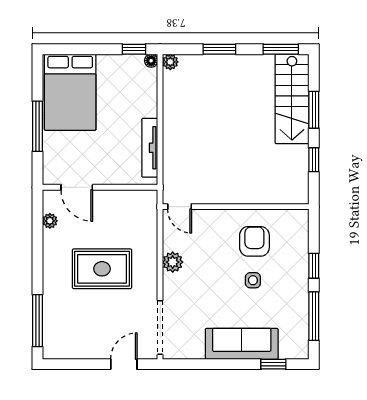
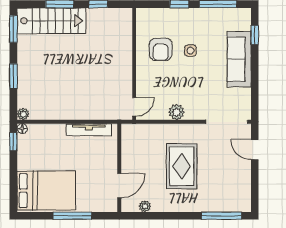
armchair: (254, 241) -> (161, 49), turned -90

